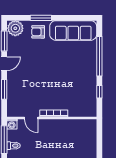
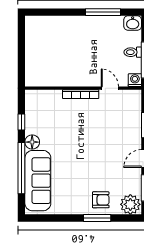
sofa: (73, 30) -> (38, 181), moved, turned 90
floor lamp: (91, 76) -> (32, 142), added

